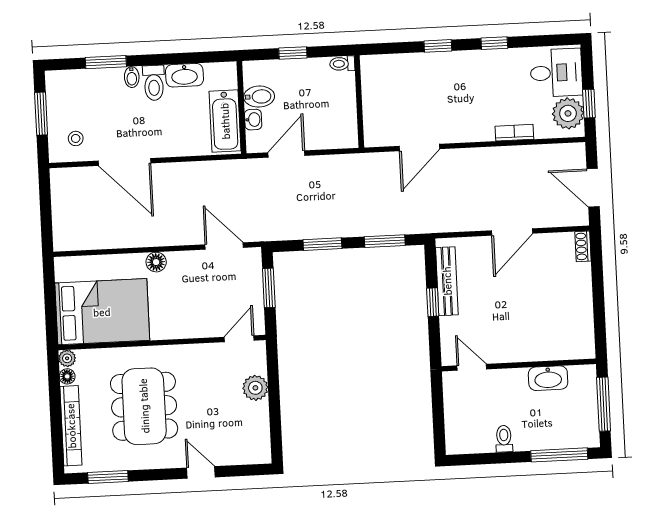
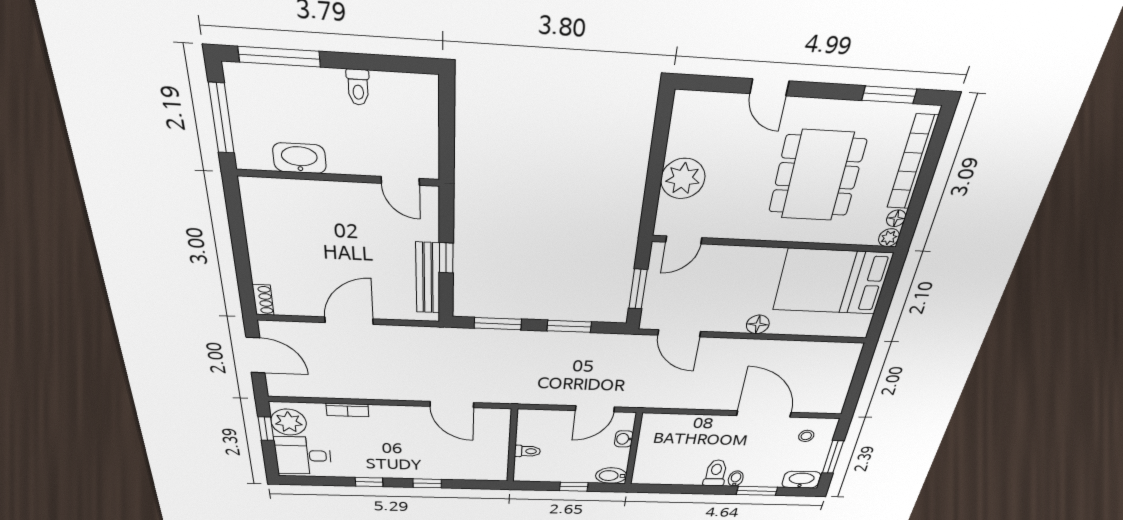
toilet: (342, 64) -> (527, 451), moved
washbasin: (185, 75) -> (801, 480), moved
bidet: (259, 97) -> (611, 476), moved
bathtub: (225, 121) -> (653, 440), removed
door: (419, 148) -> (452, 404), swing flipped
plant: (255, 388) -> (683, 179), width x1.36, depth x1.36

